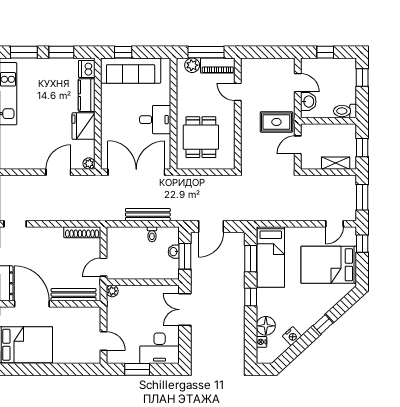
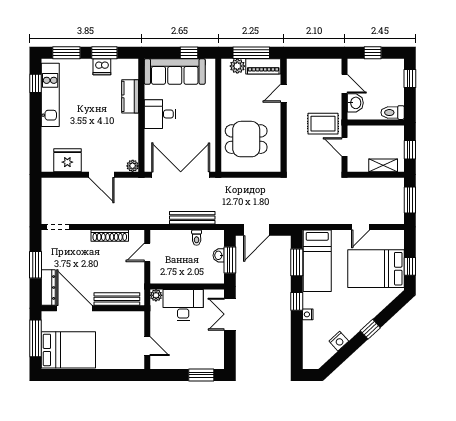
window: (123, 52) -> (189, 53), moved
dishwasher: (87, 69) -> (102, 67), moved, turned -90
door: (238, 92) -> (284, 93), hinge flipped
desk: (155, 120) -> (160, 114), moved, turned 180
fridge: (83, 126) -> (67, 160), moved, turned 90
dining table: (201, 137) -> (246, 139), turned 90
door: (298, 145) -> (345, 147), hinge flipped
door: (58, 172) -> (101, 175), swing flipped
door: (335, 224) -> (361, 227), moved
shoe rack: (82, 232) -> (110, 236), moved
window: (362, 244) -> (410, 266), moved
door: (103, 267) -> (147, 252), moved
floor lamp: (266, 326) -> (312, 331), removed
nightstand: (261, 342) -> (308, 314), moved
desk: (160, 348) -> (183, 305), moved, turned 180
window: (137, 369) -> (201, 375), moved

